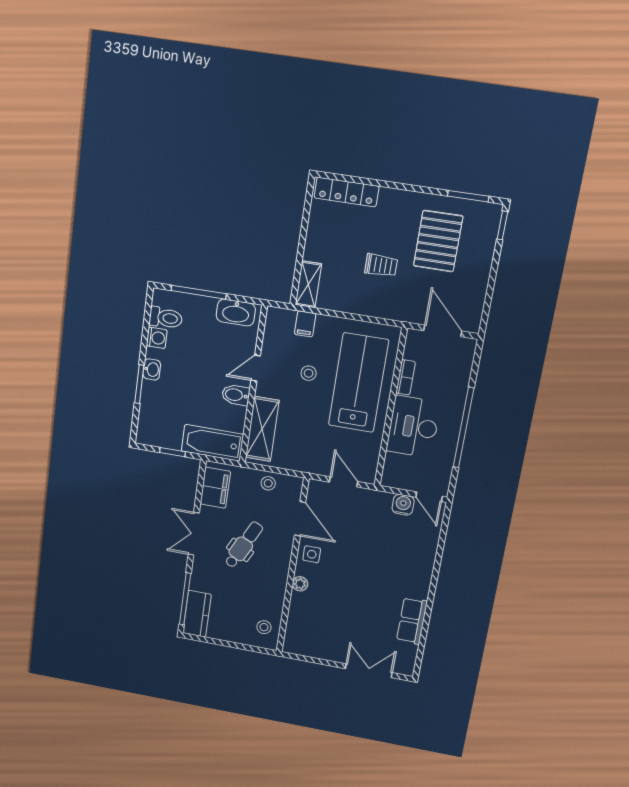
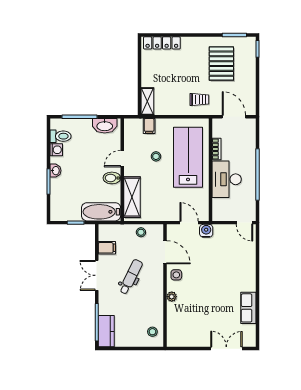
trolley: (381, 265) -> (199, 99), moved
filing cabinet: (215, 488) -> (107, 248), width x0.50
water cooler: (403, 505) -> (206, 231), moved

